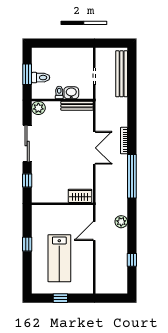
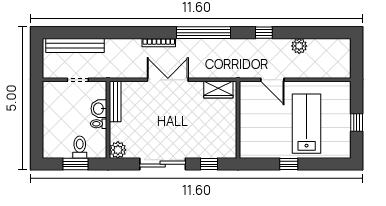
wardrobe: (80, 196) -> (218, 90), moved, turned -90
plant: (121, 222) -> (299, 46), moved
lab bench: (59, 258) -> (307, 124), turned -90
window: (132, 260) -> (264, 33), moved

